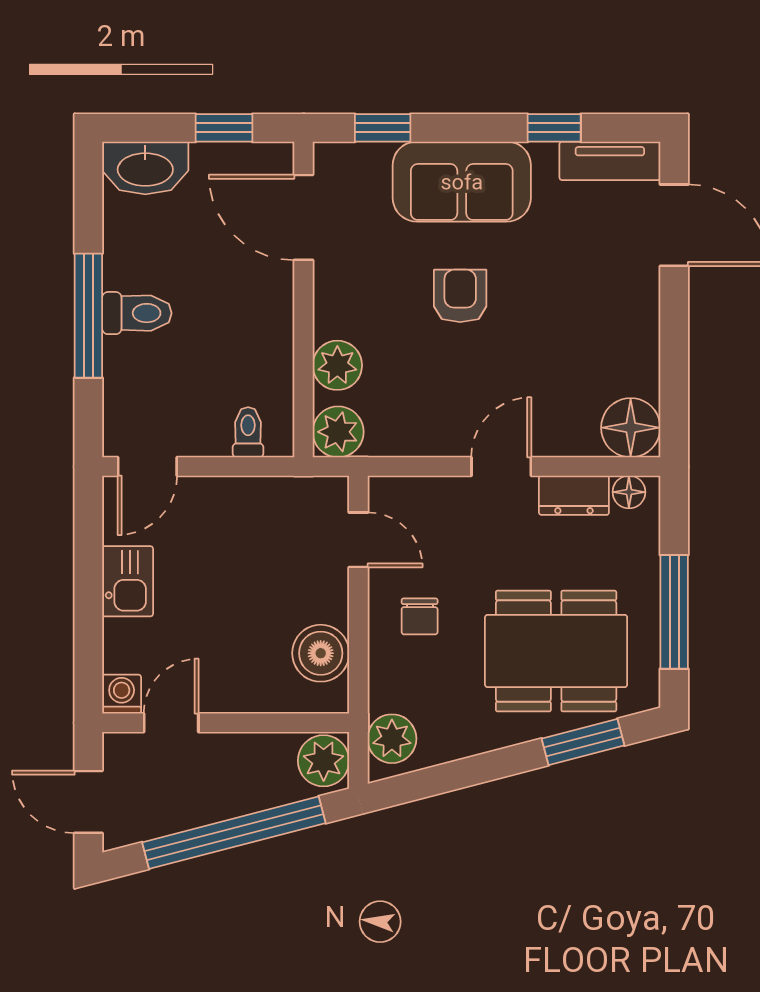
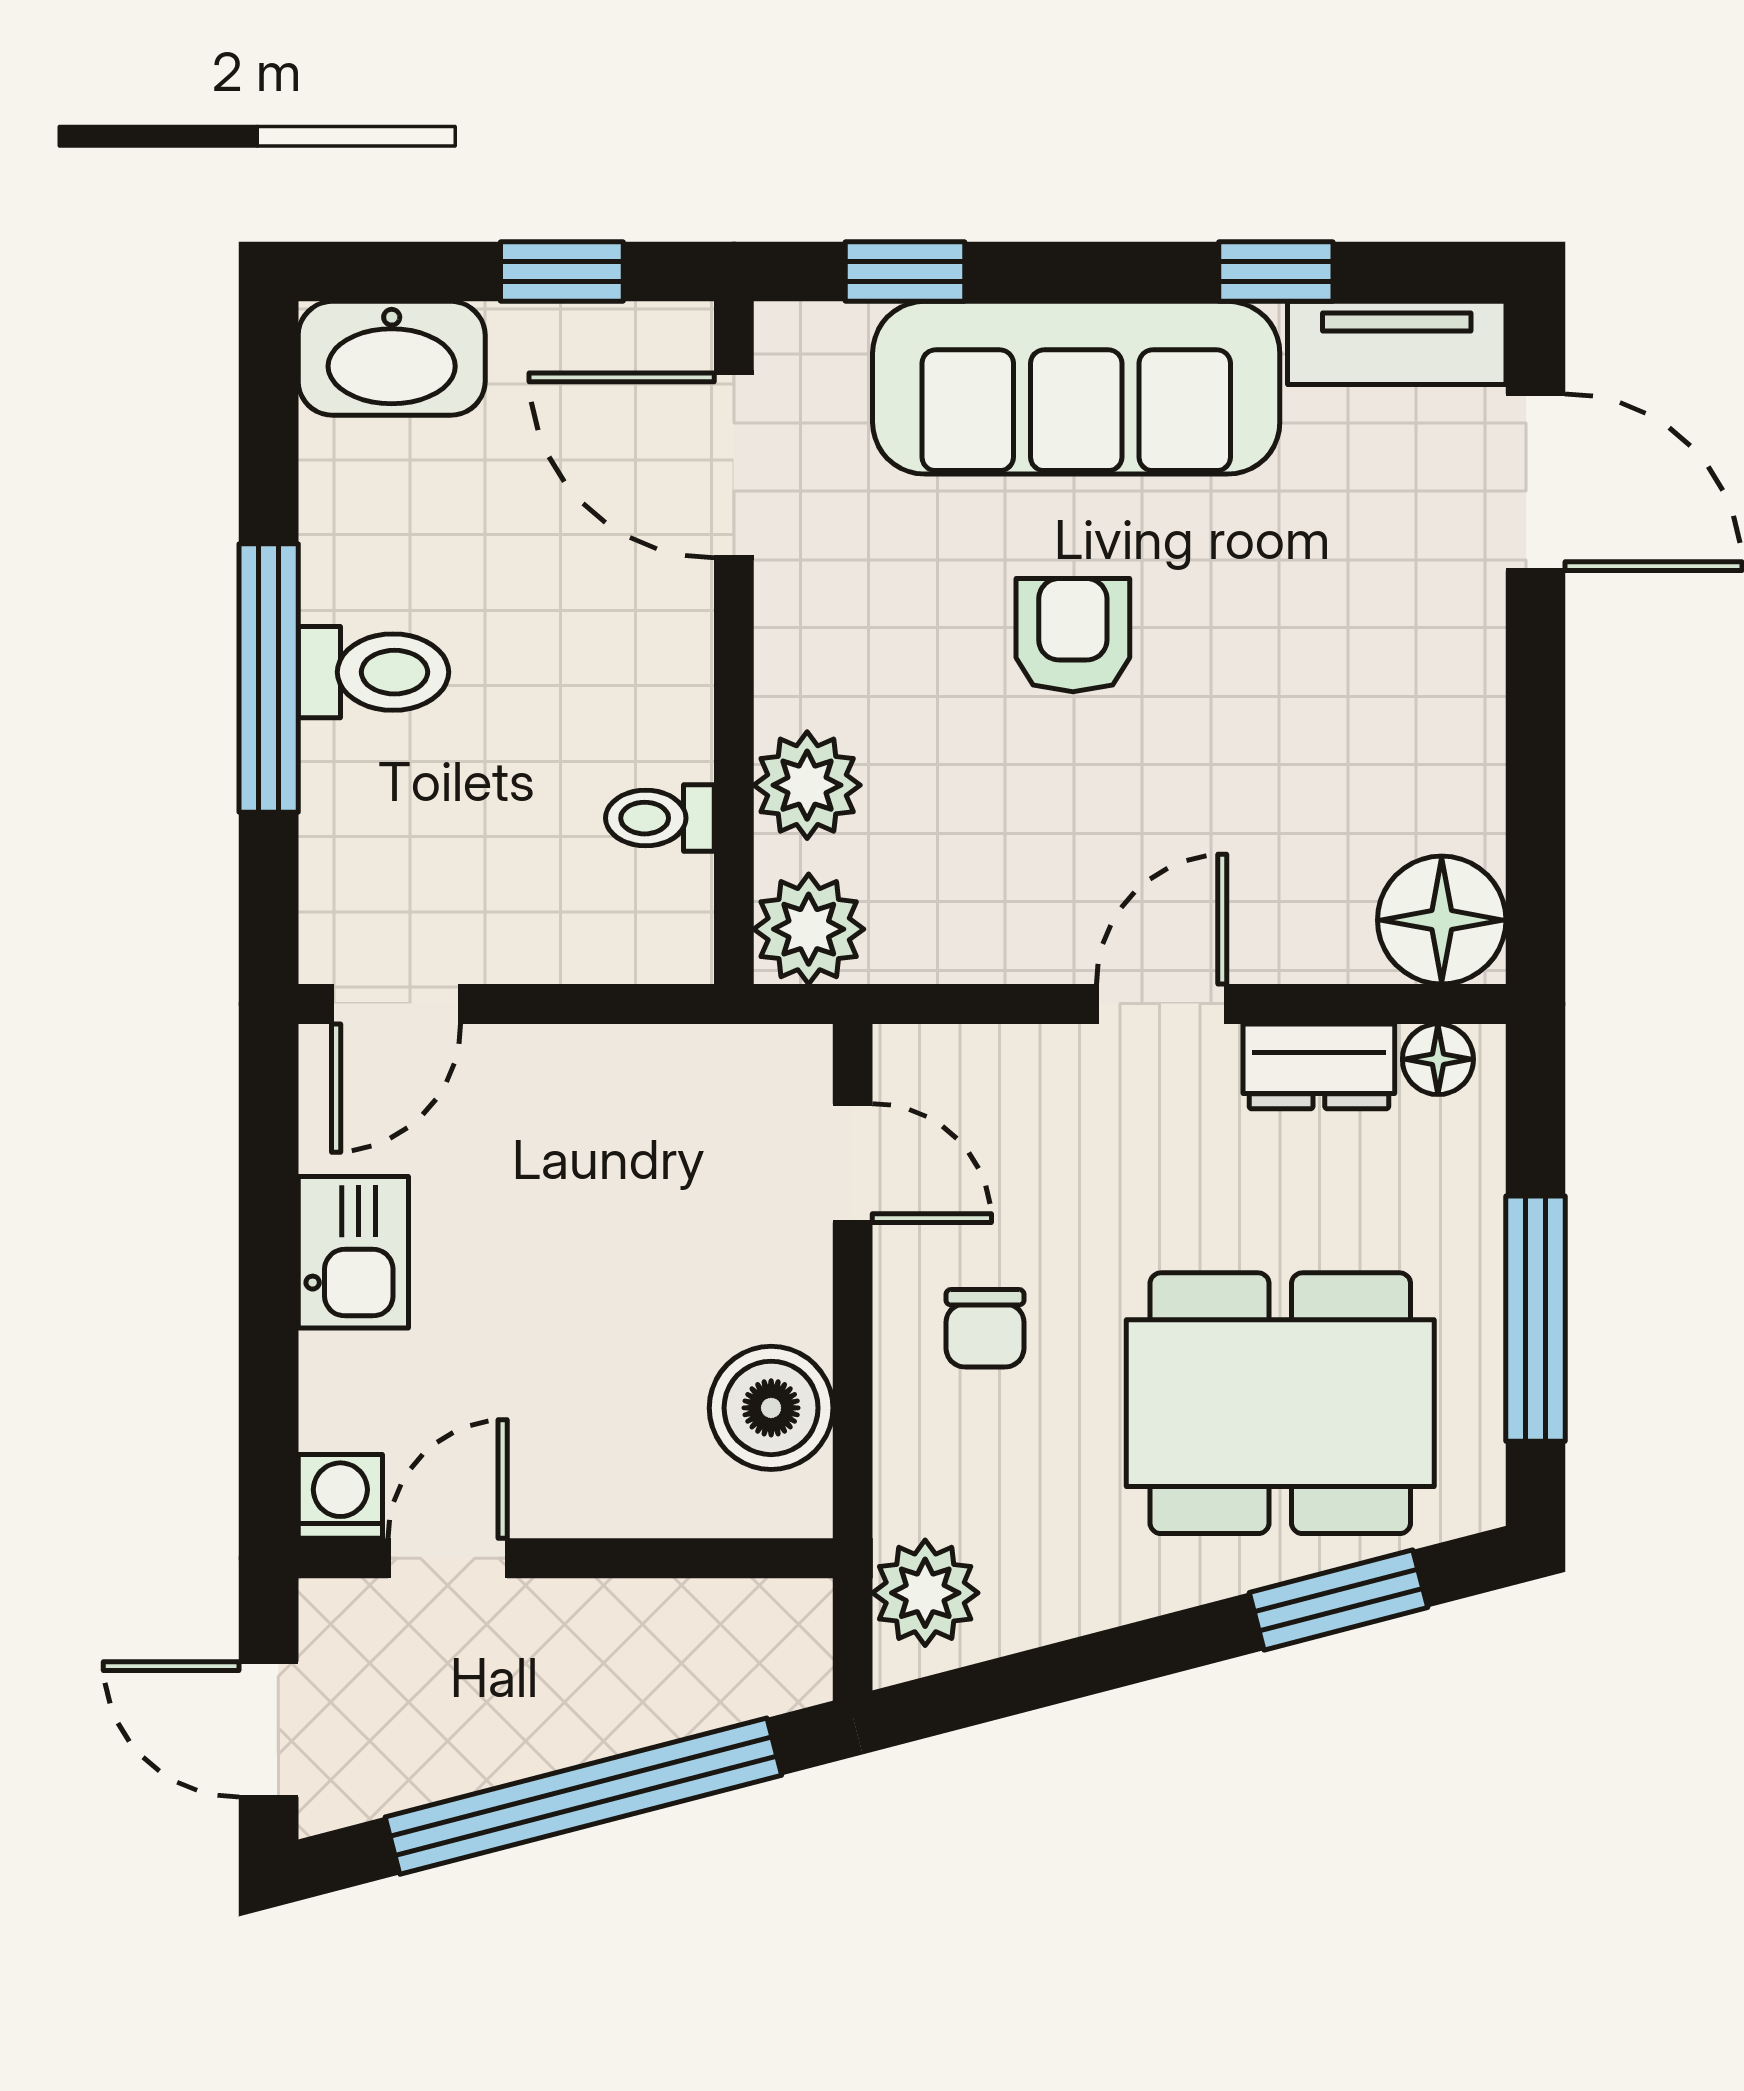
sofa: (462, 182) -> (1076, 388), width x1.36
toilet: (248, 432) -> (660, 818), moved, turned -90
plant: (324, 761) -> (777, 1641), removed

